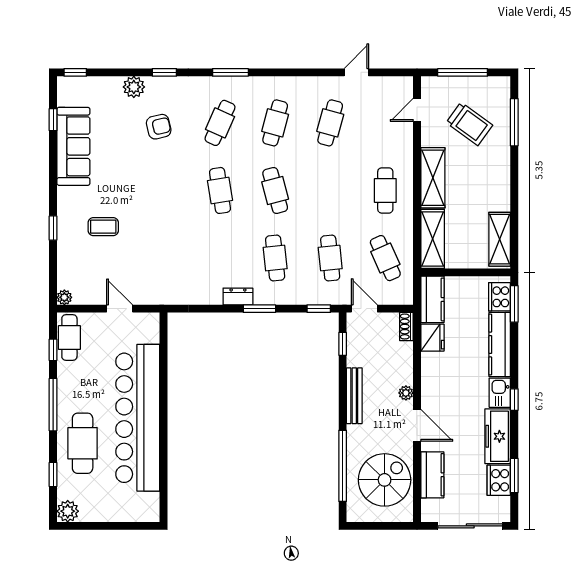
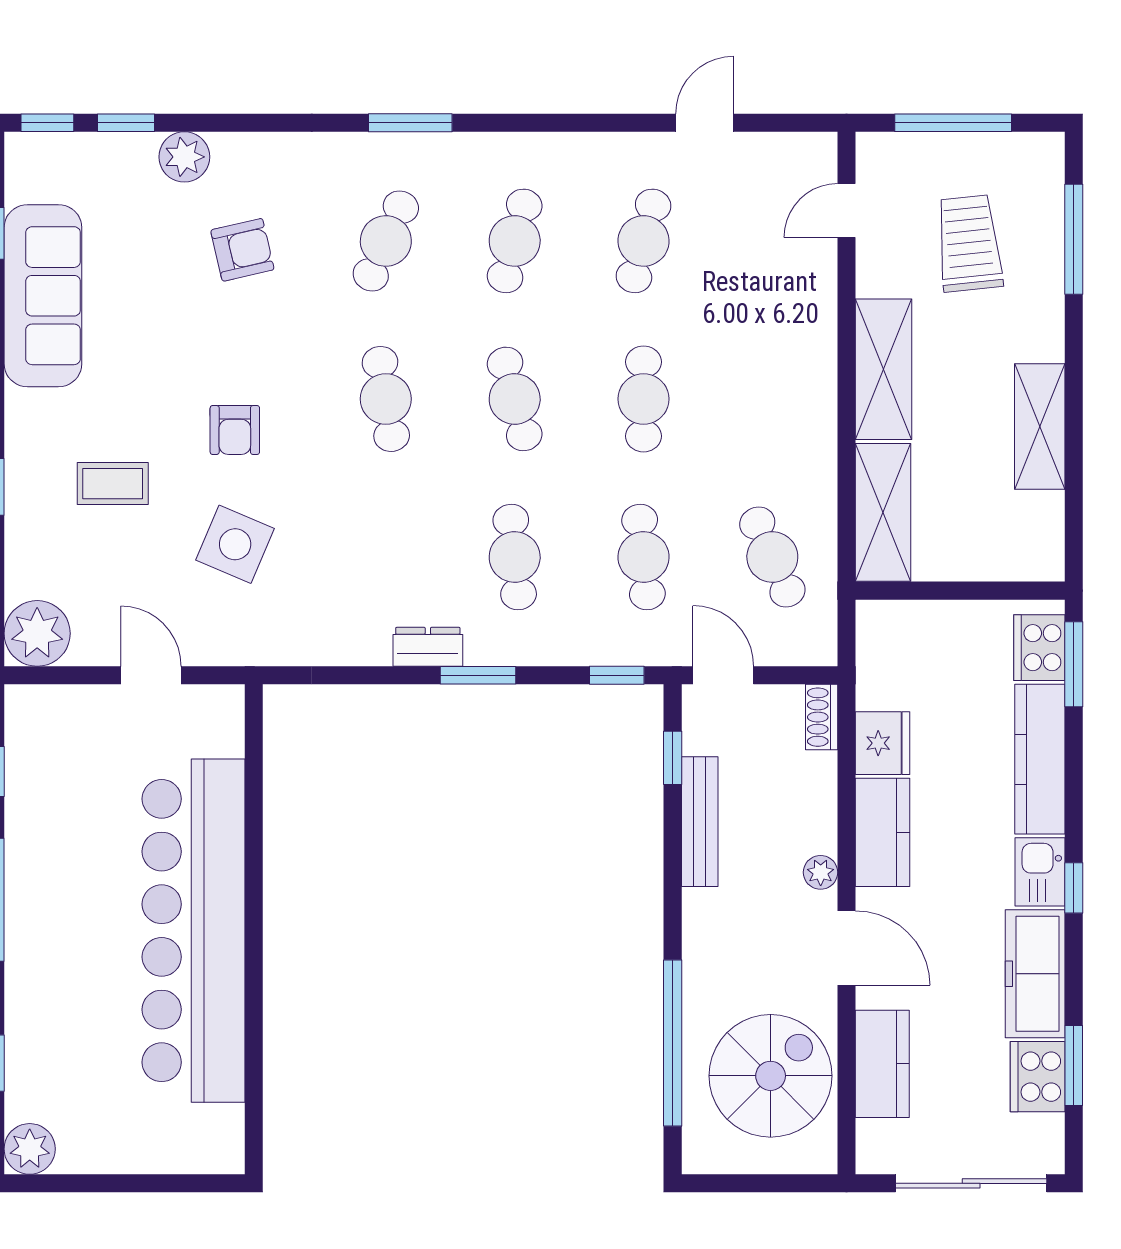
window: (164, 72) -> (126, 123), moved
trolley: (469, 124) -> (969, 243), turned -132
cafe table: (385, 190) -> (644, 399), moved
armchair: (155, 204) -> (235, 430), added
shelving: (500, 239) -> (1040, 426), moved
side table: (156, 253) -> (235, 544), added
plant: (64, 297) -> (37, 633), width x1.88, depth x1.88
kitchen counter: (432, 299) -> (882, 832), moved
cafe table: (69, 337) -> (34, 743), removed
bench: (354, 396) -> (700, 822), moved
cafe table: (83, 443) -> (64, 990), removed

